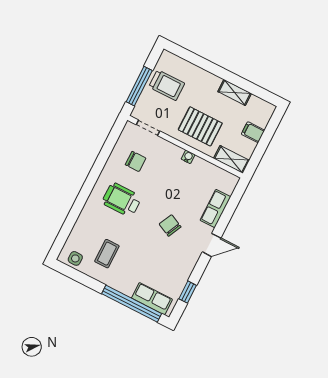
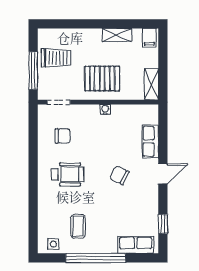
filing cabinet: (253, 132) -> (149, 38), moved, turned -90
shelving: (231, 159) -> (151, 84), moved, turned 90
wheelchair: (122, 200) -> (67, 174), turned 180
window: (132, 304) -> (96, 258), moved

